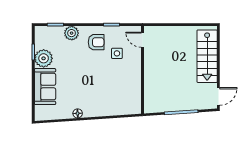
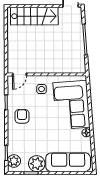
plant: (72, 33) -> (14, 161), moved
side table: (117, 53) -> (42, 89), moved
sofa: (45, 87) -> (68, 162), width x1.36
corner sofa: (108, 97) -> (72, 105), added

